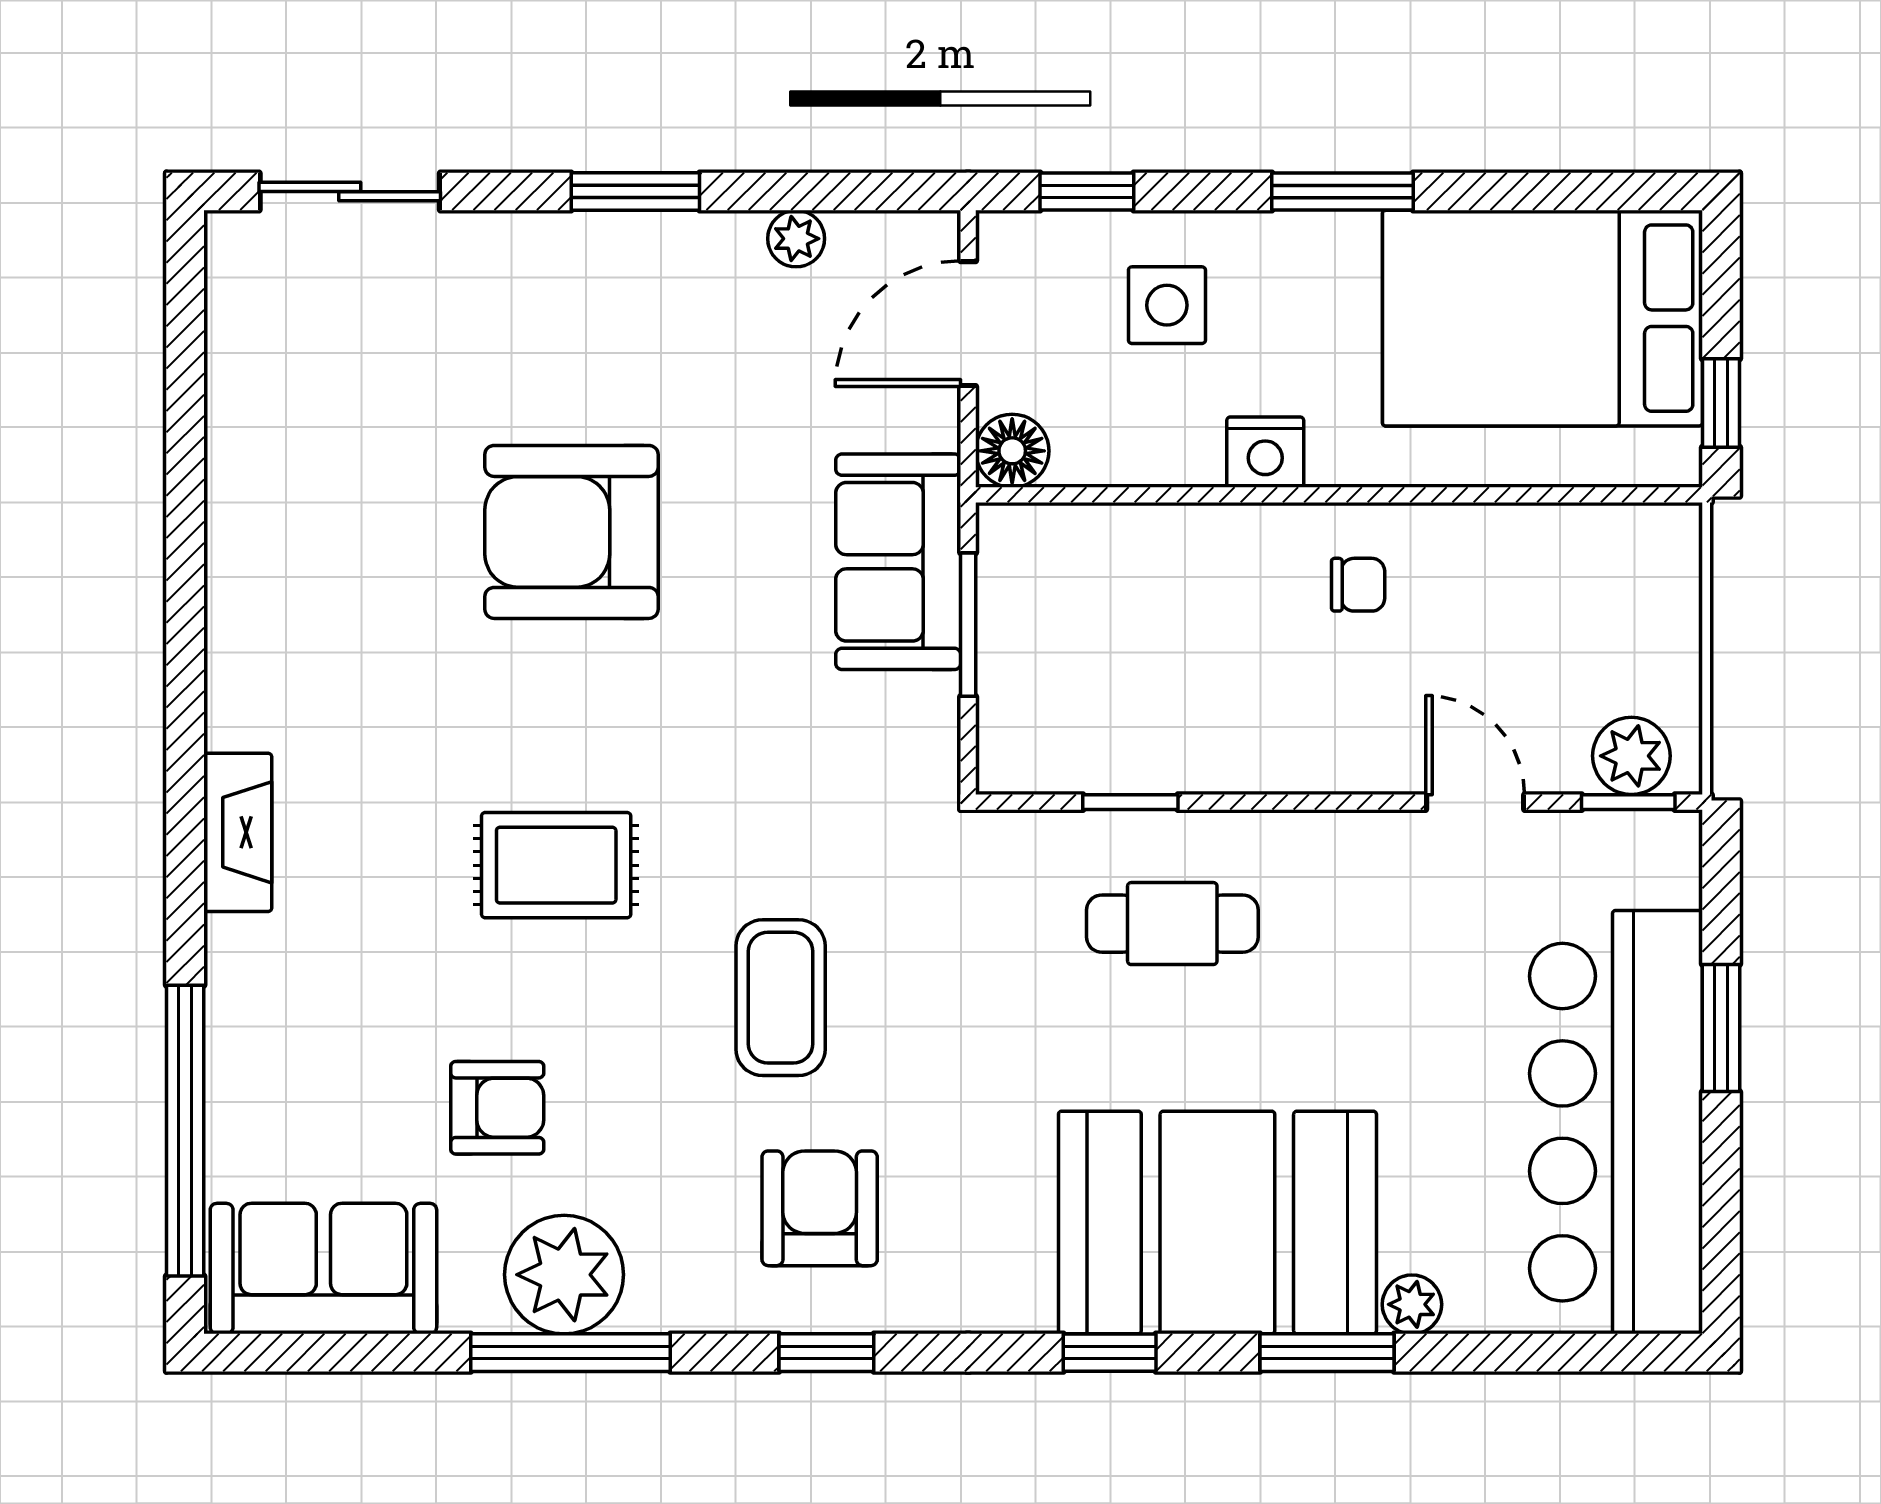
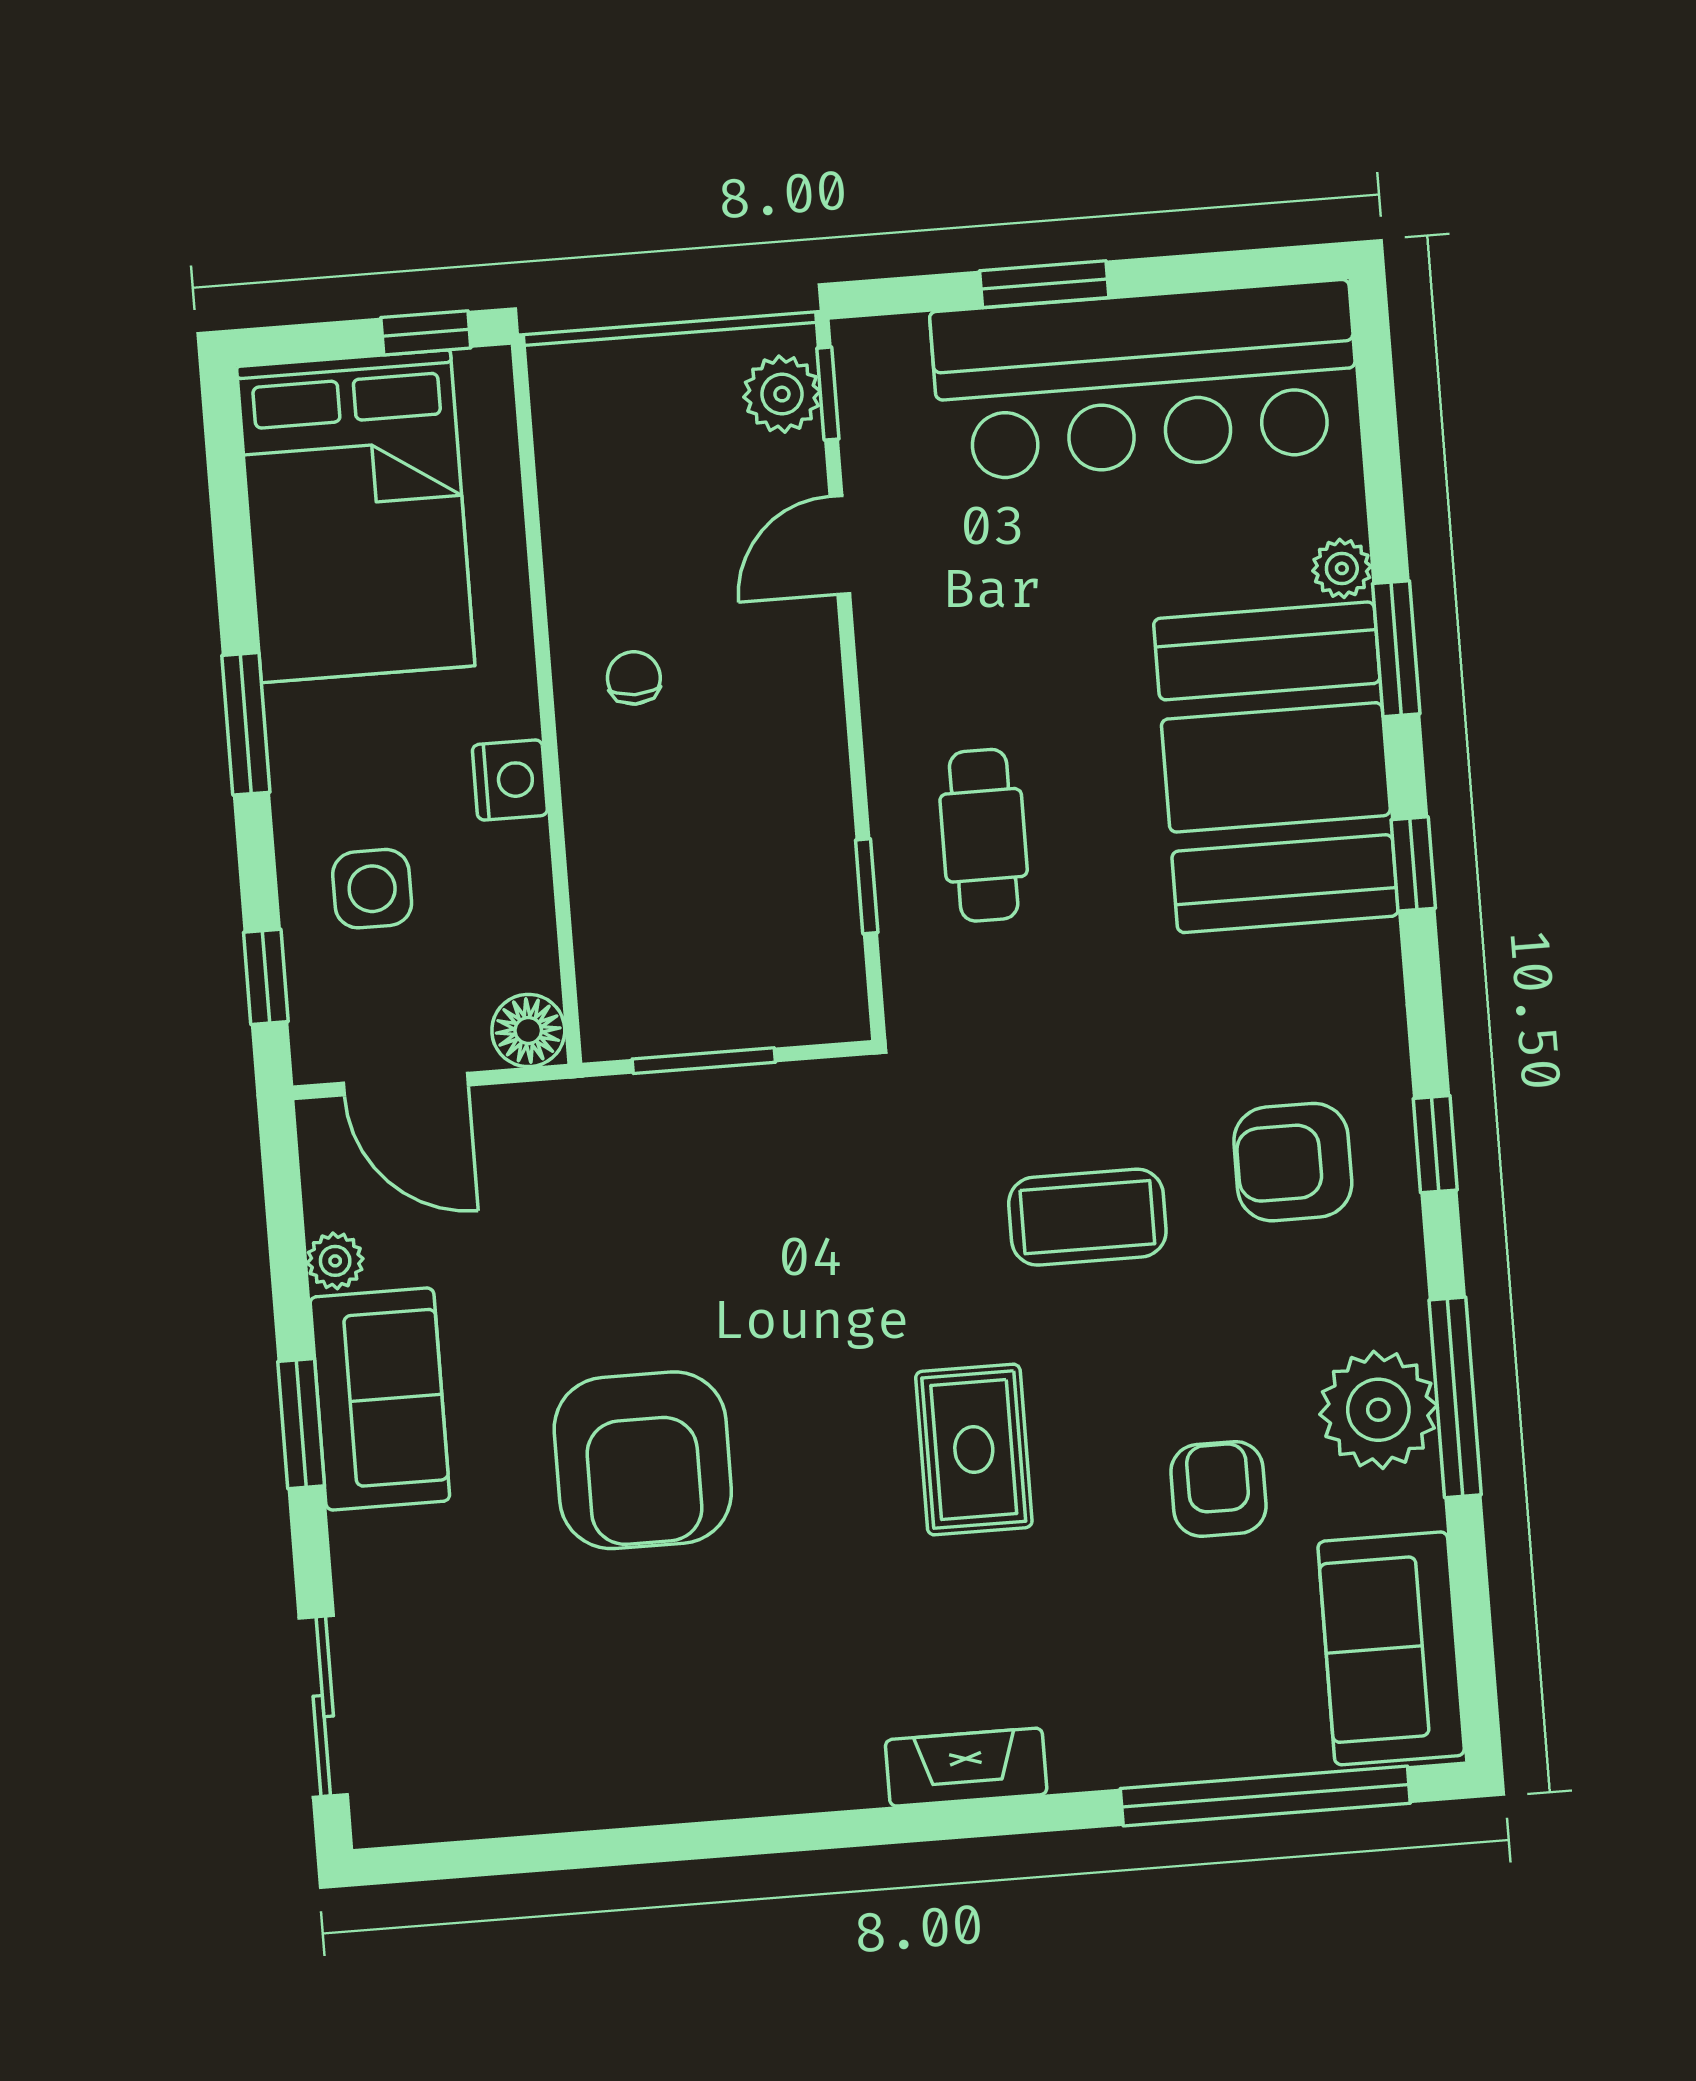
sofa: (898, 562) -> (380, 1399), moved, turned -90

